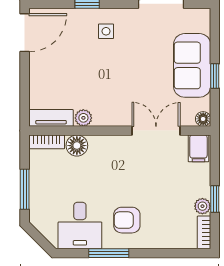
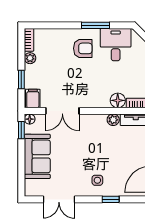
window: (215, 76) -> (21, 130), moved
window: (215, 199) -> (21, 79), moved

